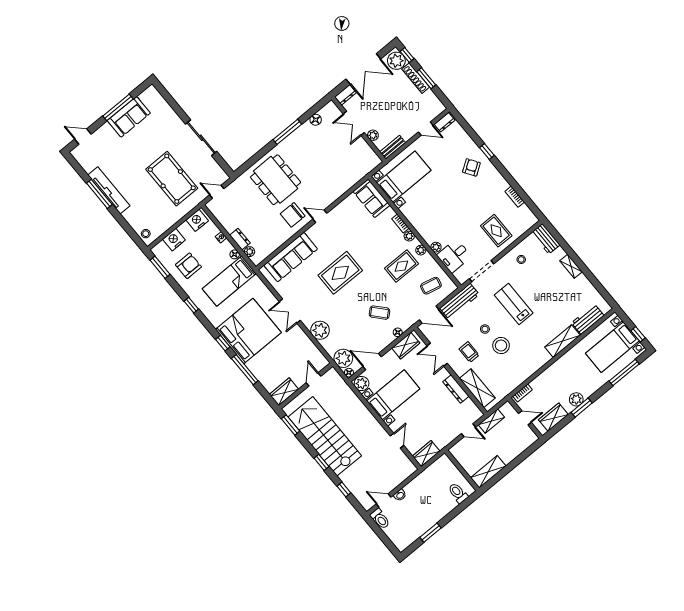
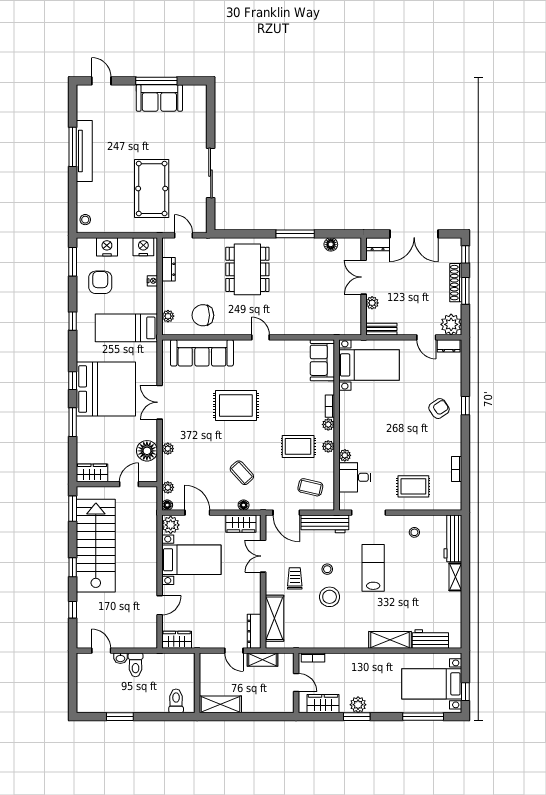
plant: (396, 61) -> (451, 324), moved
chair: (293, 215) -> (203, 315), moved
rug: (496, 231) -> (413, 486), turned 90
dresser: (240, 239) -> (169, 269), moved
workbench: (546, 239) -> (453, 538), width x1.38
floor lamp: (235, 254) -> (147, 451), moved, width x1.89, depth x1.89
armchair: (188, 266) -> (100, 282), turned -90
plant: (320, 330) -> (168, 449), width x0.53, depth x0.53
plant: (343, 358) -> (168, 487), width x0.53, depth x0.53
window: (245, 370) -> (73, 422), width x0.69
dresser: (456, 389) -> (254, 631), moved
toilet: (380, 519) -> (136, 665), moved

